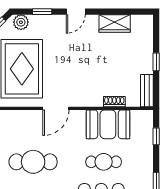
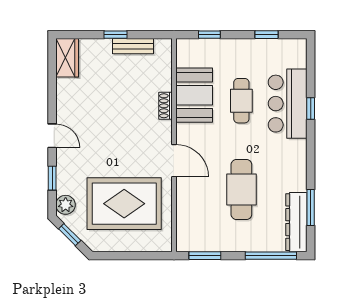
wardrobe: (115, 23) -> (67, 58), moved
bench: (147, 91) -> (133, 46), moved
shoe rack: (114, 102) -> (165, 106), moved

